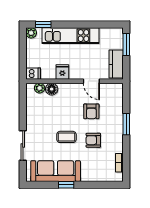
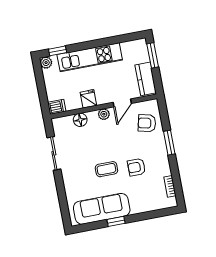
door: (91, 81) -> (122, 103), hinge flipped
plant: (40, 88) -> (104, 114), moved
armchair: (91, 111) -> (147, 123), moved, turned 103
sliding door: (23, 145) -> (54, 153), moved

